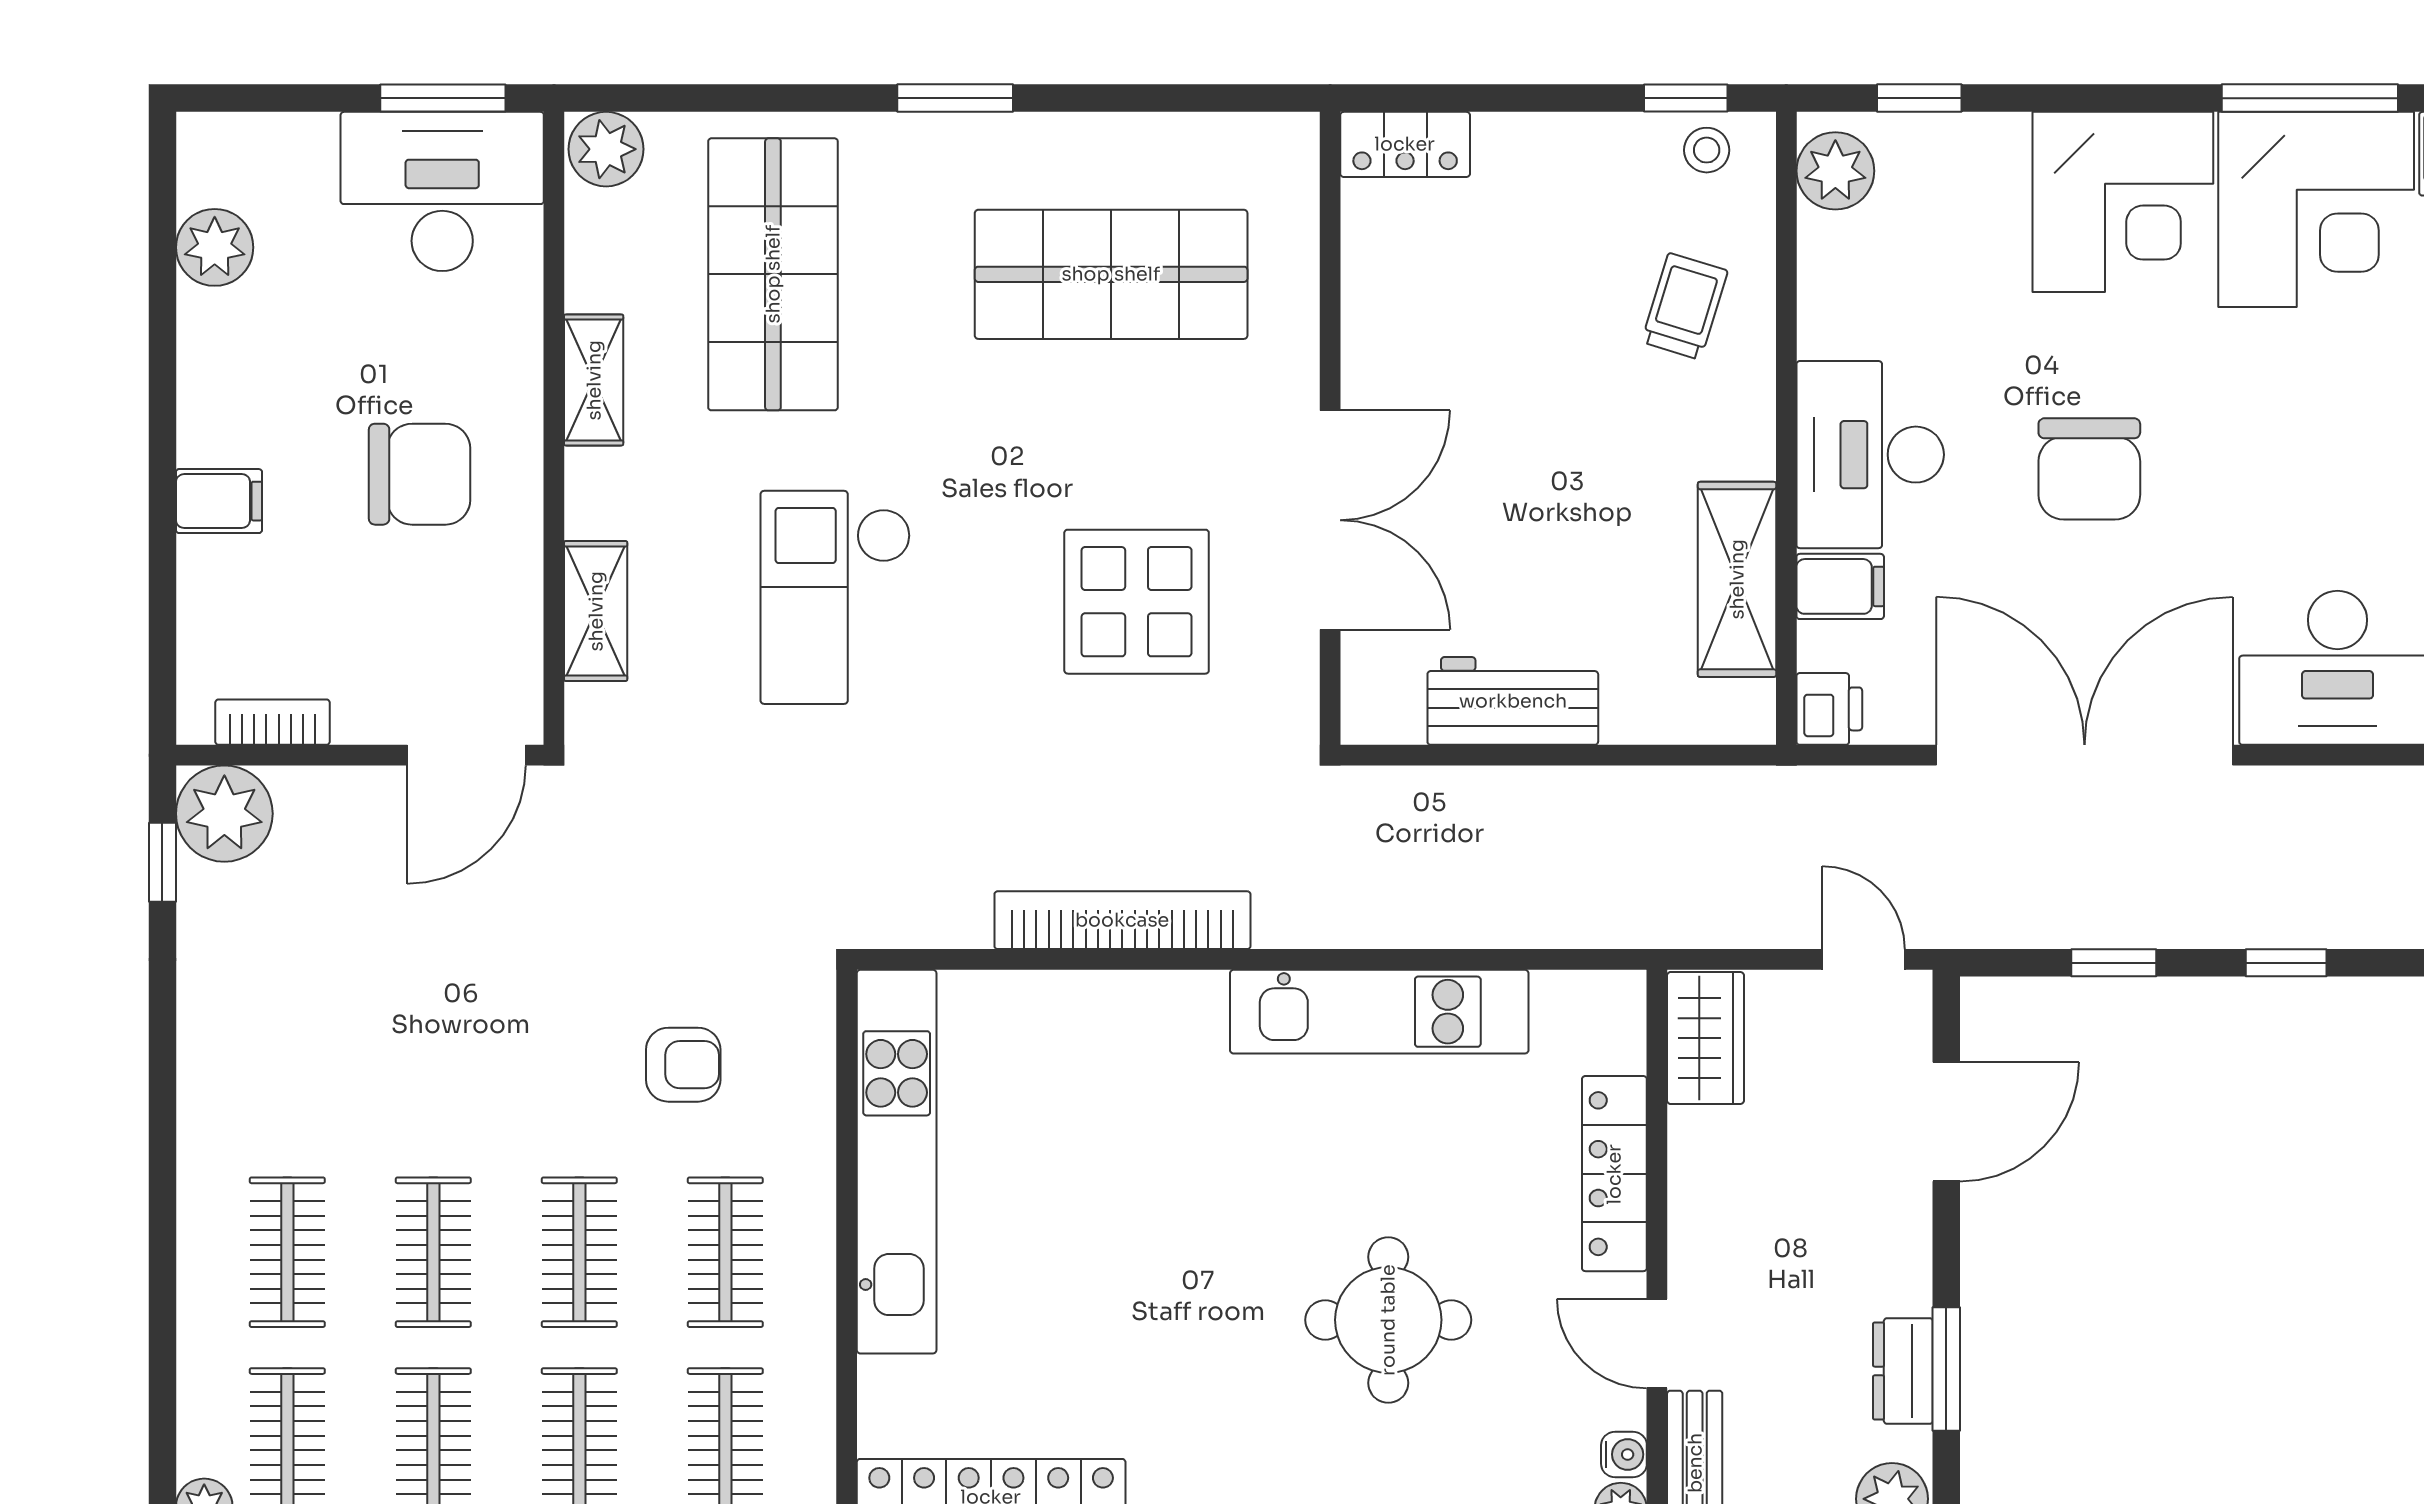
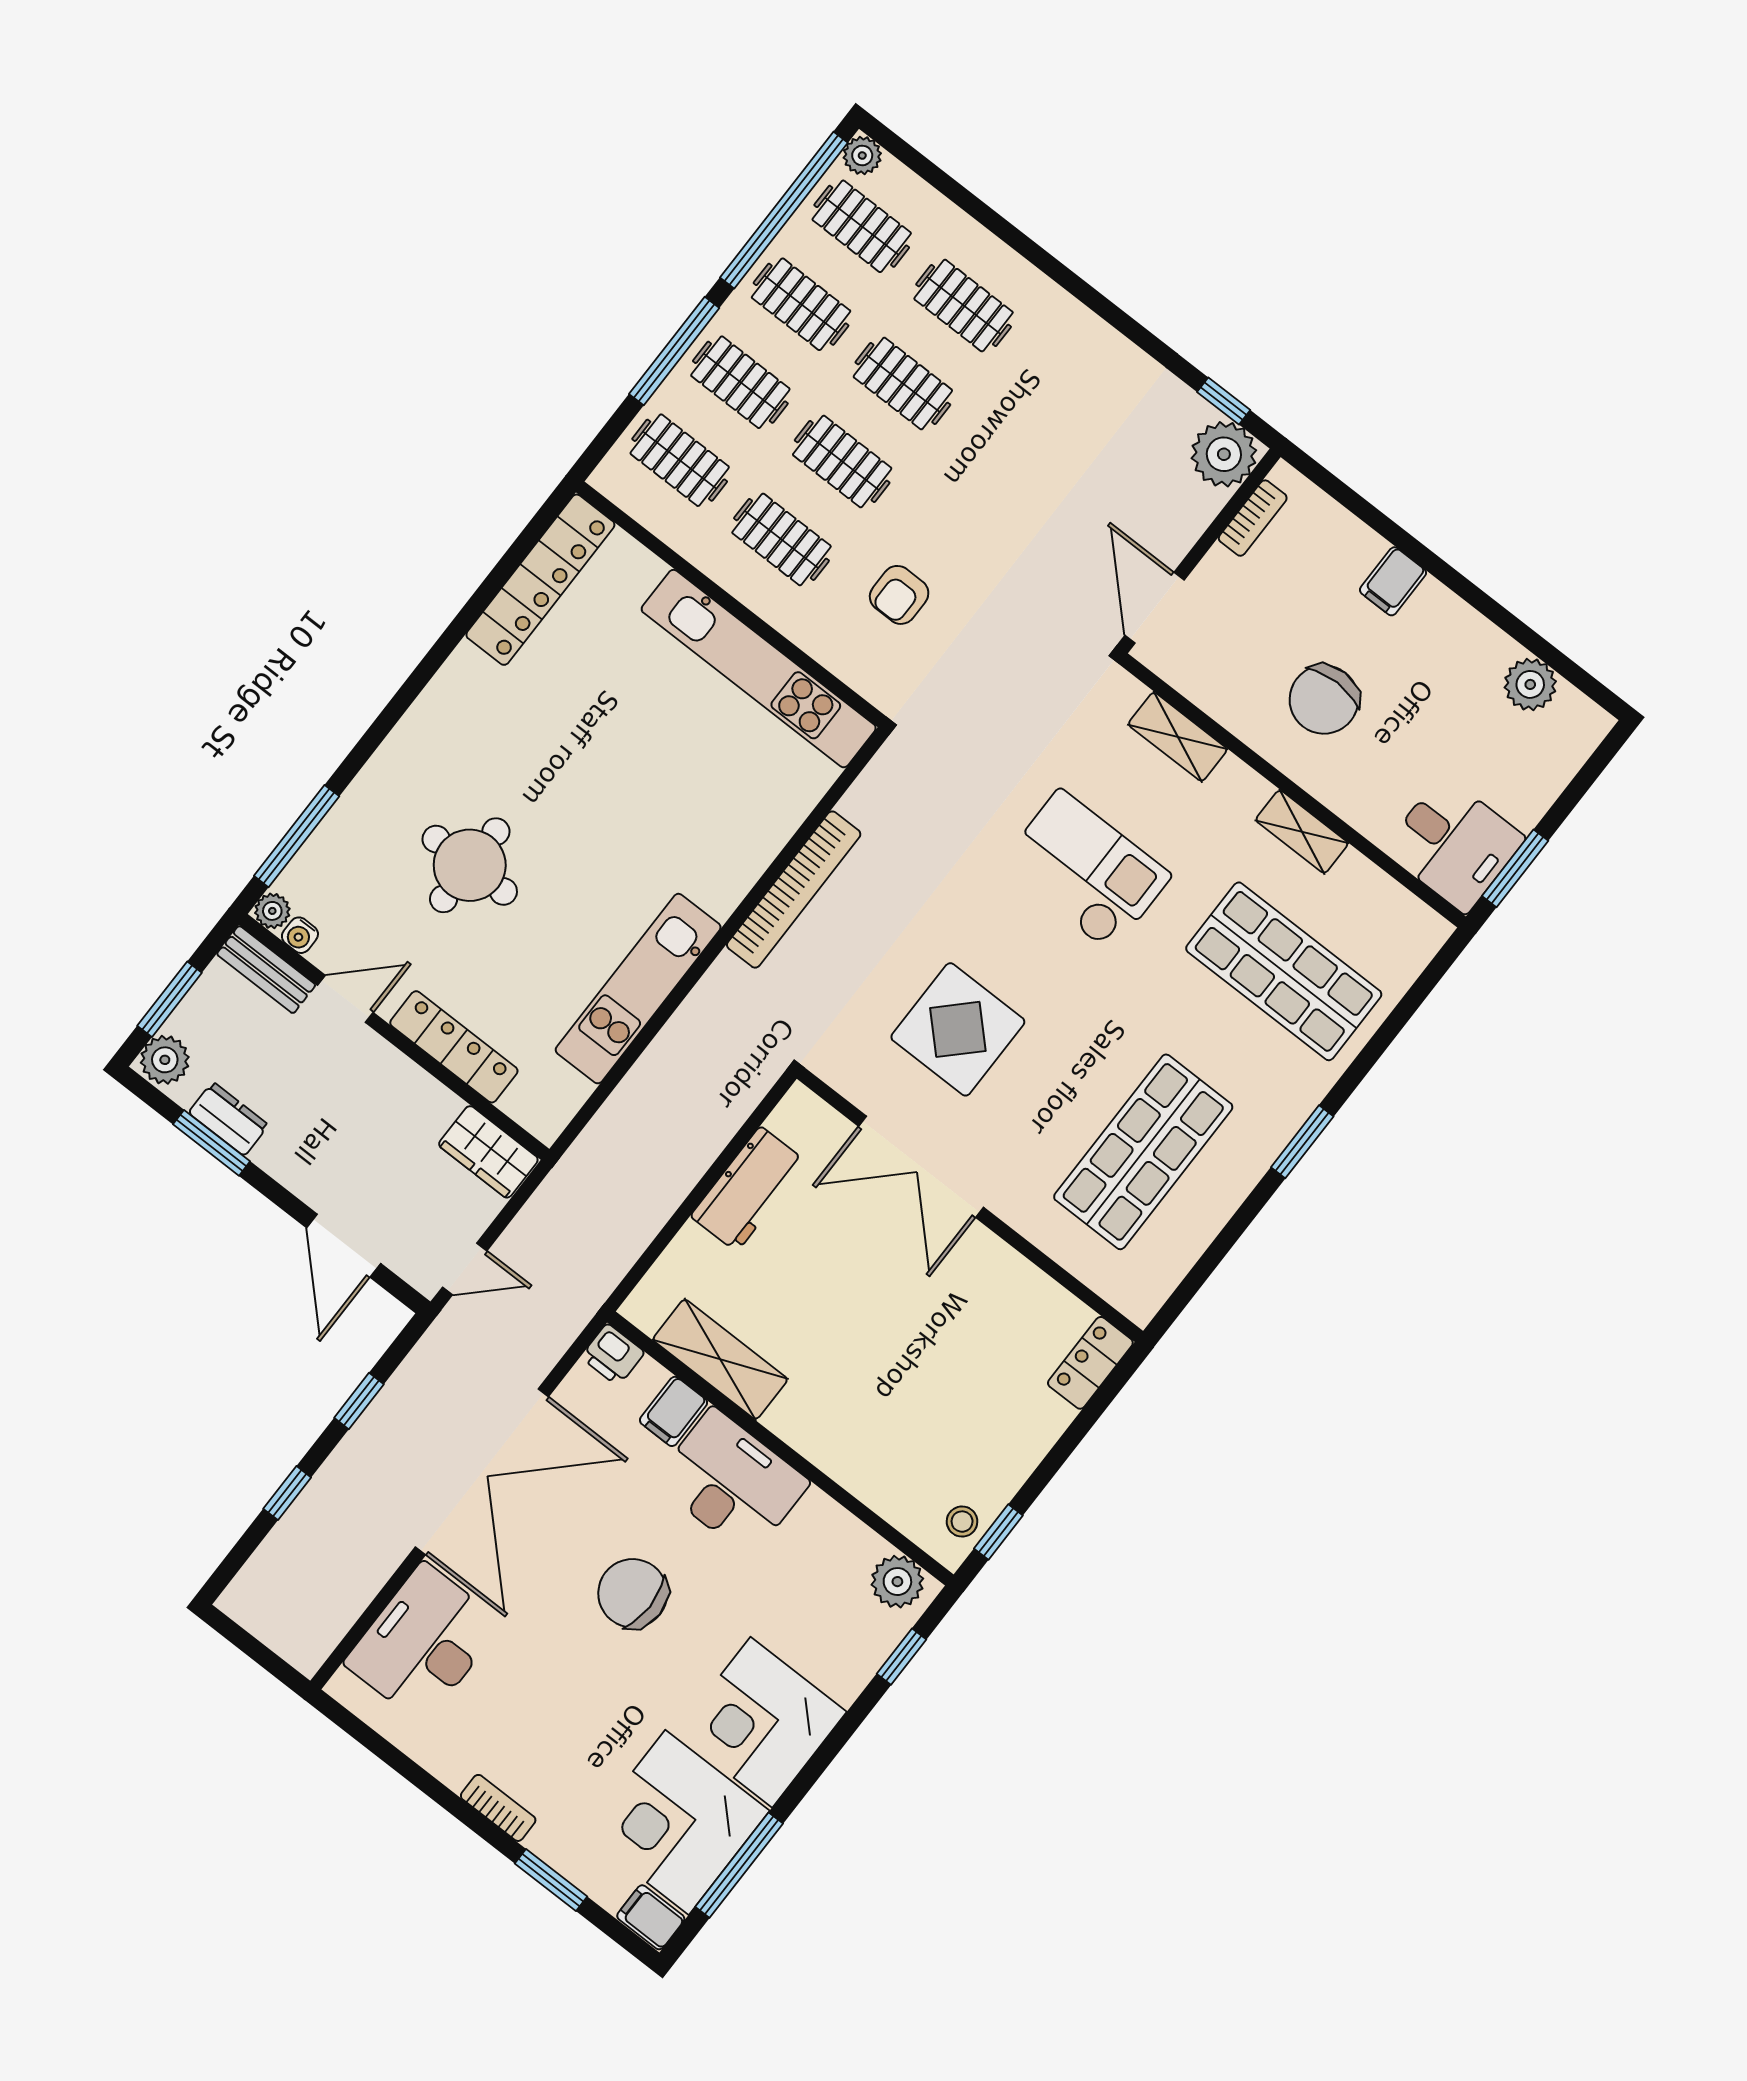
plant: (606, 149) -> (1420, 934), removed
desk: (442, 191) -> (1454, 844), width x0.73
trolley: (1685, 306) -> (888, 1445), removed

